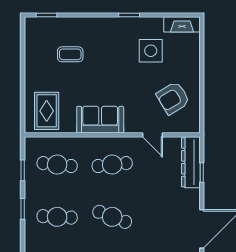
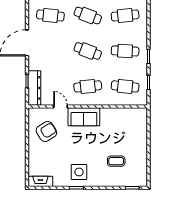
side table: (151, 51) -> (79, 172), moved
rug: (47, 111) -> (132, 123), removed
sofa: (100, 120) -> (84, 117), moved

